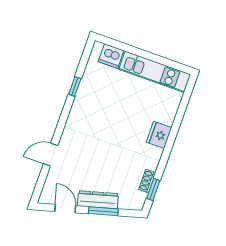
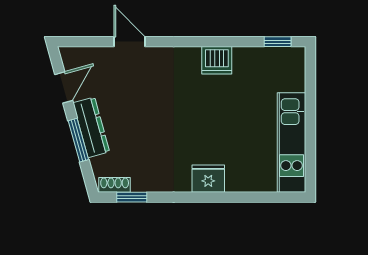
dishwasher: (111, 56) -> (217, 60), moved, turned -90
window: (75, 86) -> (278, 42), moved
shoe rack: (147, 181) -> (115, 185), moved

